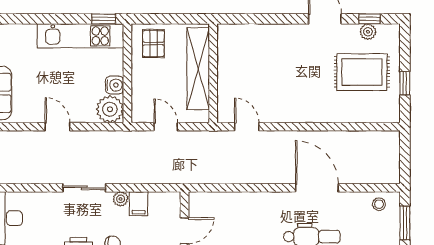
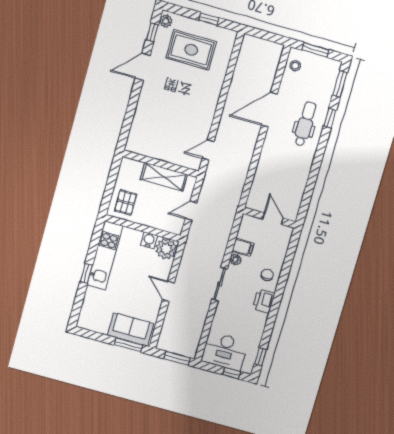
window: (104, 19) -> (86, 273), moved
plant: (368, 32) -> (166, 21), moved
pallet: (153, 43) -> (126, 202), turned 90
shelving: (198, 69) -> (164, 177), width x0.68
rug: (362, 72) -> (191, 50), turned 90
door: (57, 127) -> (168, 291), hinge flipped

